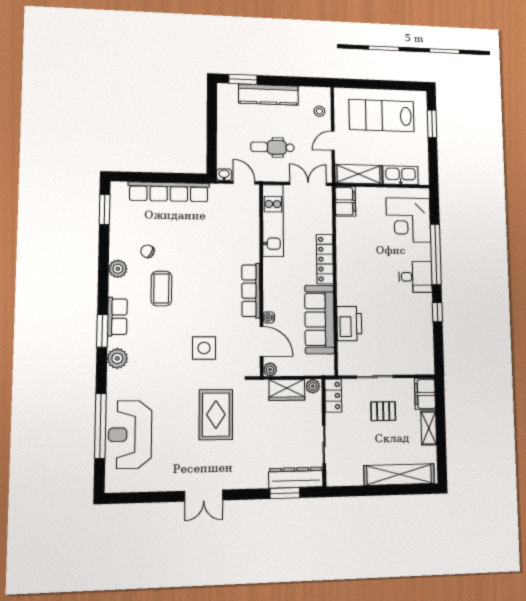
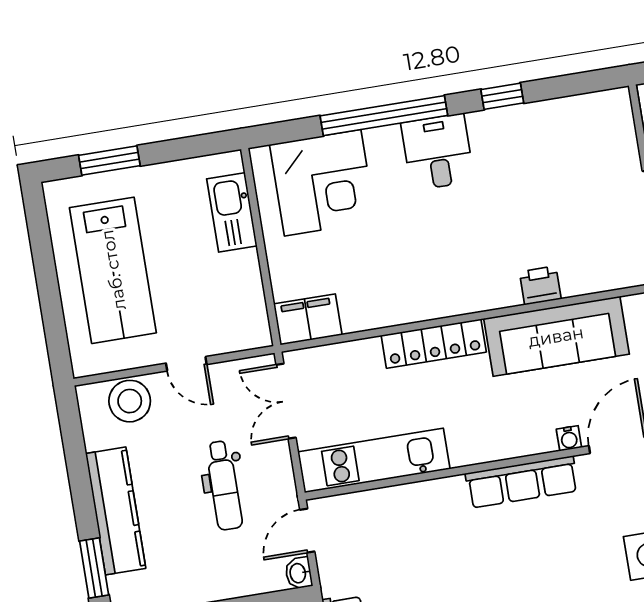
stool: (319, 111) -> (130, 401), width x1.89, depth x1.89
shelving: (359, 174) -> (246, 301), removed
printer: (349, 324) -> (540, 285), width x0.53, depth x0.68

